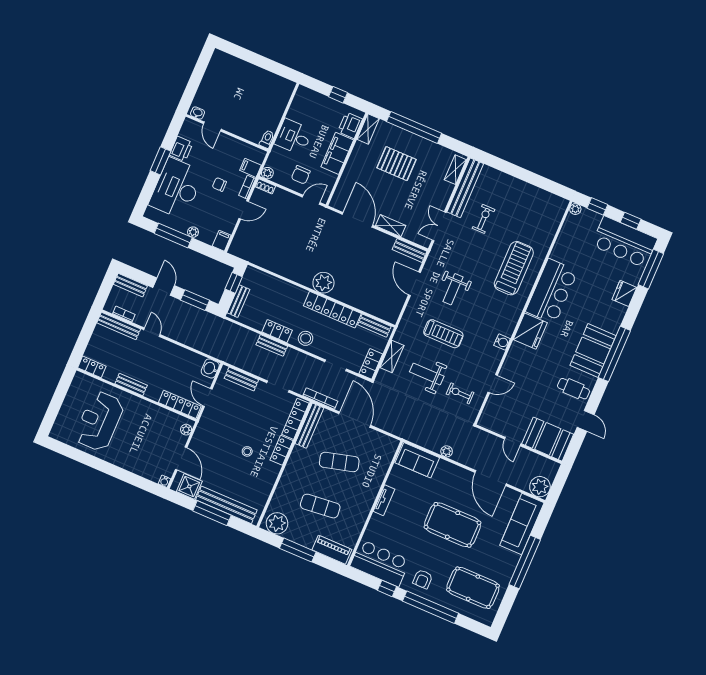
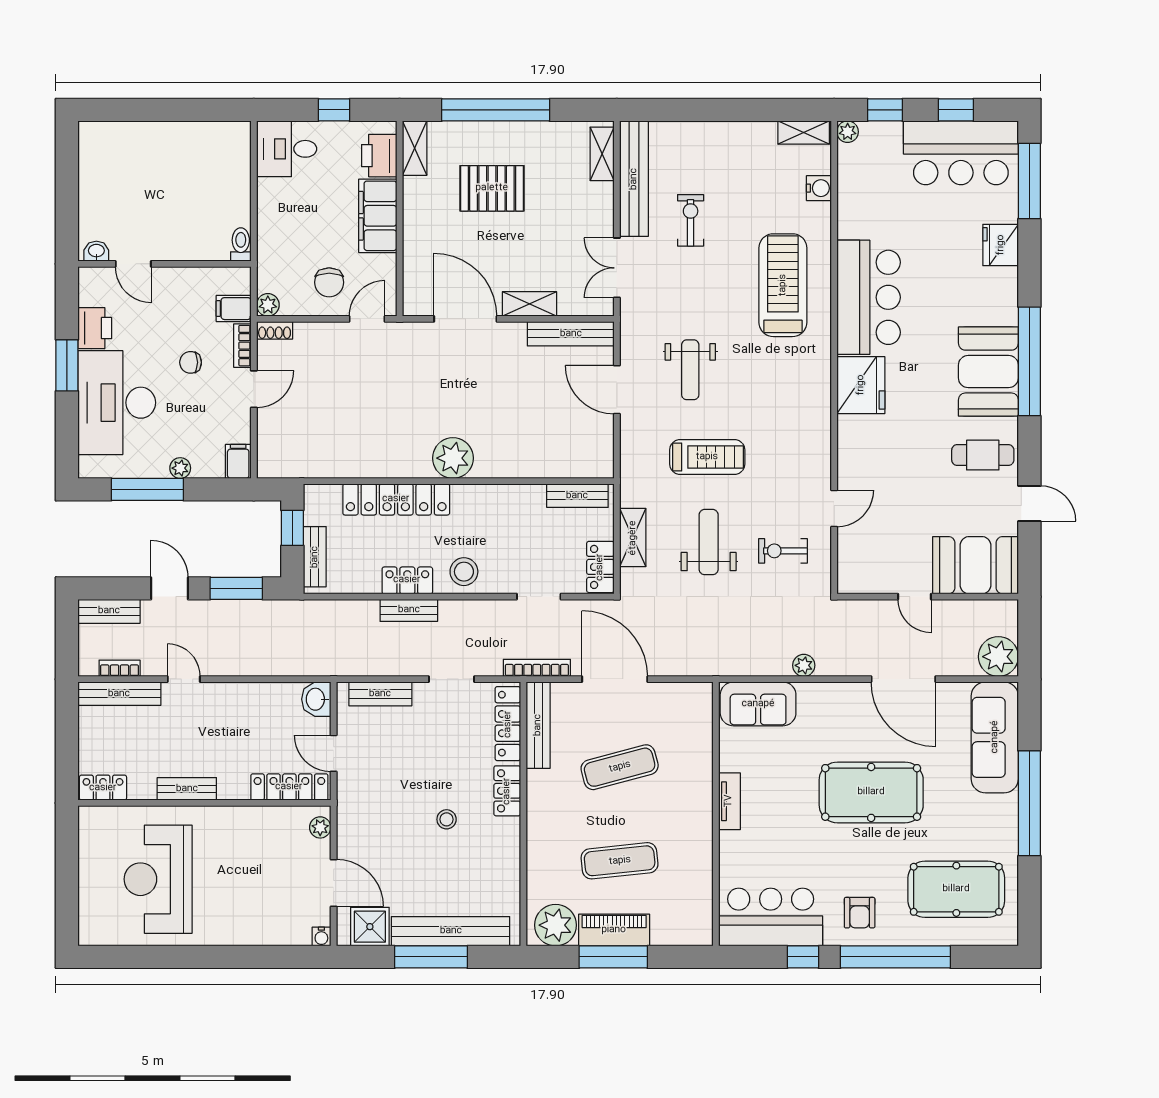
desk: (293, 137) -> (287, 149), moved
shelving: (555, 201) -> (804, 133), added
bench: (410, 250) -> (571, 334), width x1.36
locker: (332, 310) -> (396, 499), moved
water cooler: (502, 342) -> (819, 188), moved
weight bench: (427, 374) -> (709, 542), turned 90
piano: (332, 550) -> (614, 930), moved

